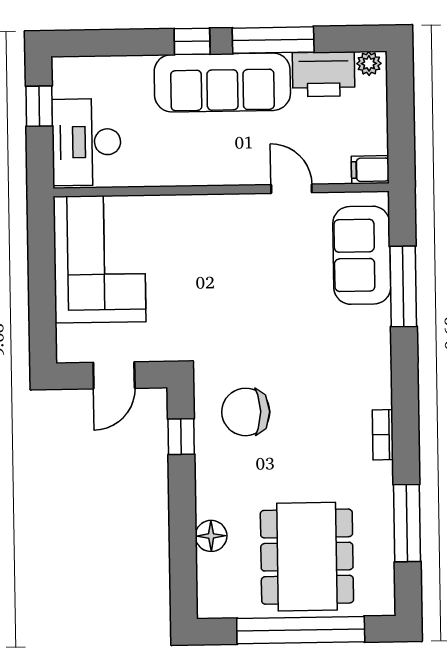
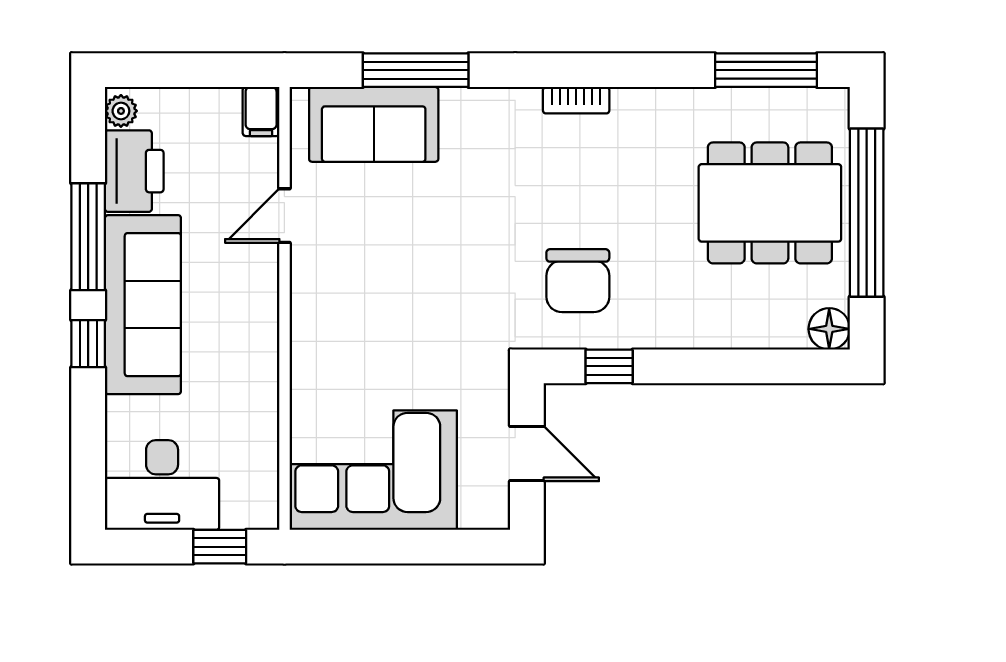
window: (39, 106) -> (220, 547), moved
desk: (86, 142) -> (162, 485), moved
bookcase: (383, 435) -> (576, 100), moved
window: (407, 523) -> (766, 70), moved
floor lamp: (211, 536) -> (829, 329), moved

